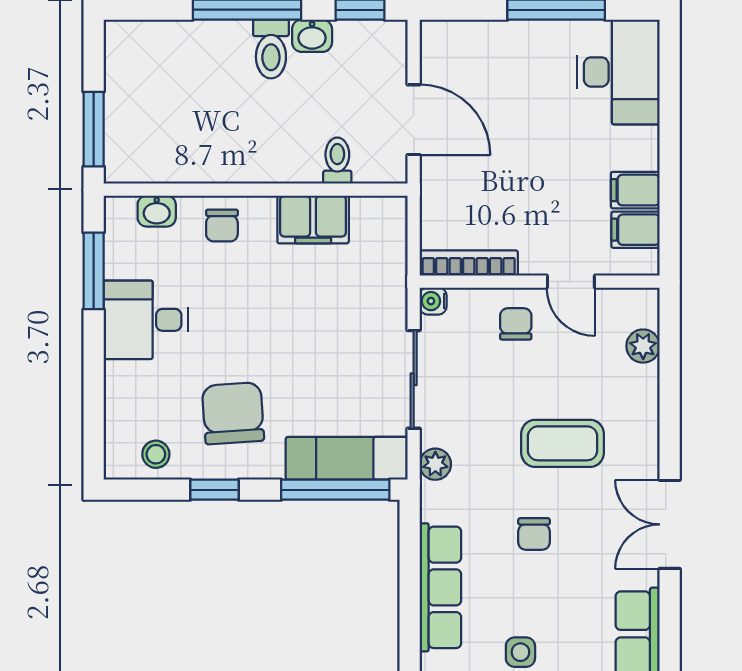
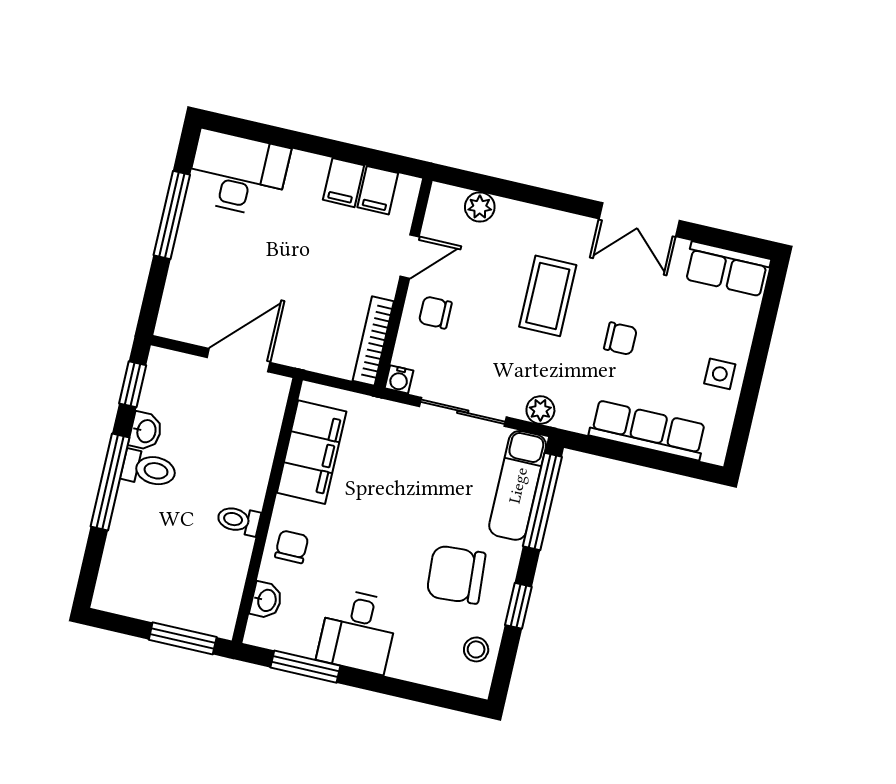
toilet: (337, 161) -> (239, 520), moved
filing cabinet: (313, 219) -> (312, 452), width x1.50, depth x1.17
chair: (222, 226) -> (292, 547), turned -90

